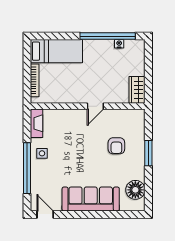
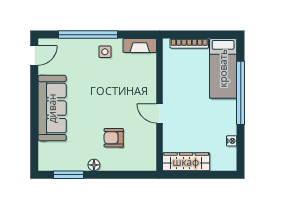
window: (108, 36) -> (241, 93), moved
wardrobe: (137, 90) -> (186, 162), width x1.50
window: (148, 153) -> (68, 175), moved
floor lamp: (135, 190) -> (94, 165), moved, width x0.53, depth x0.53

